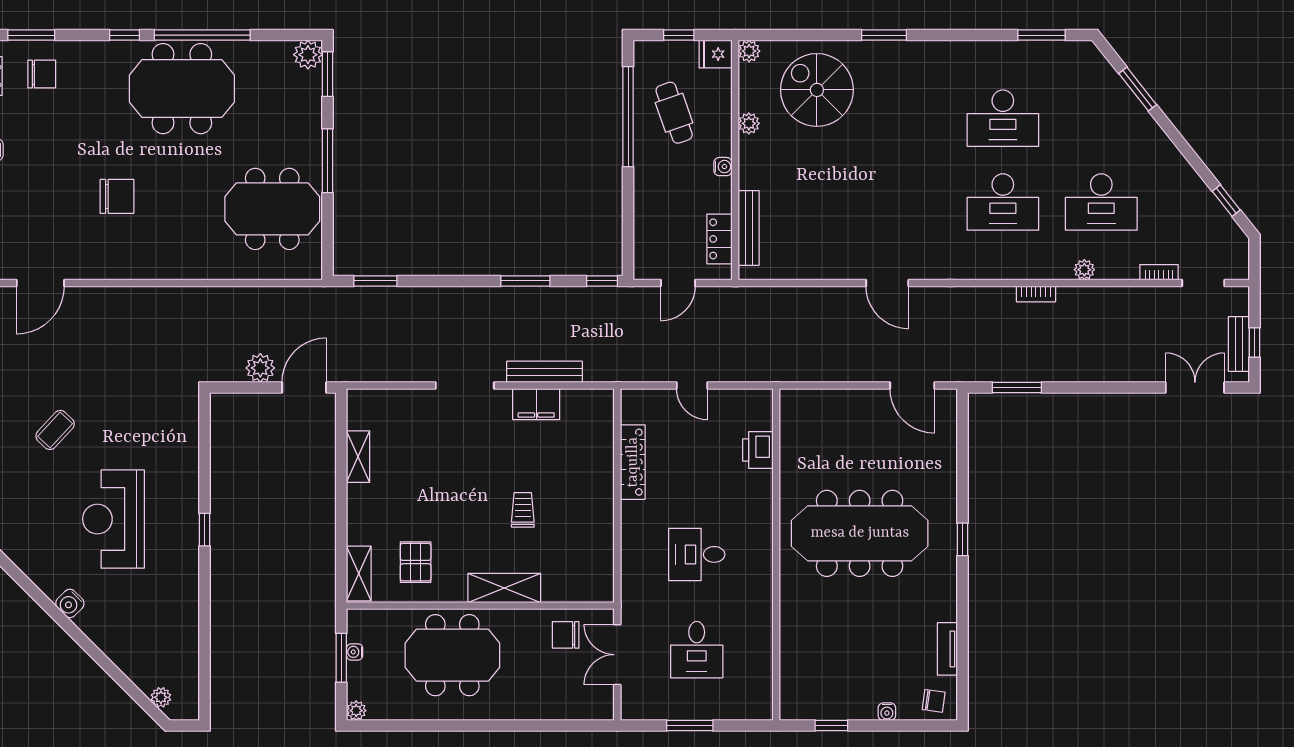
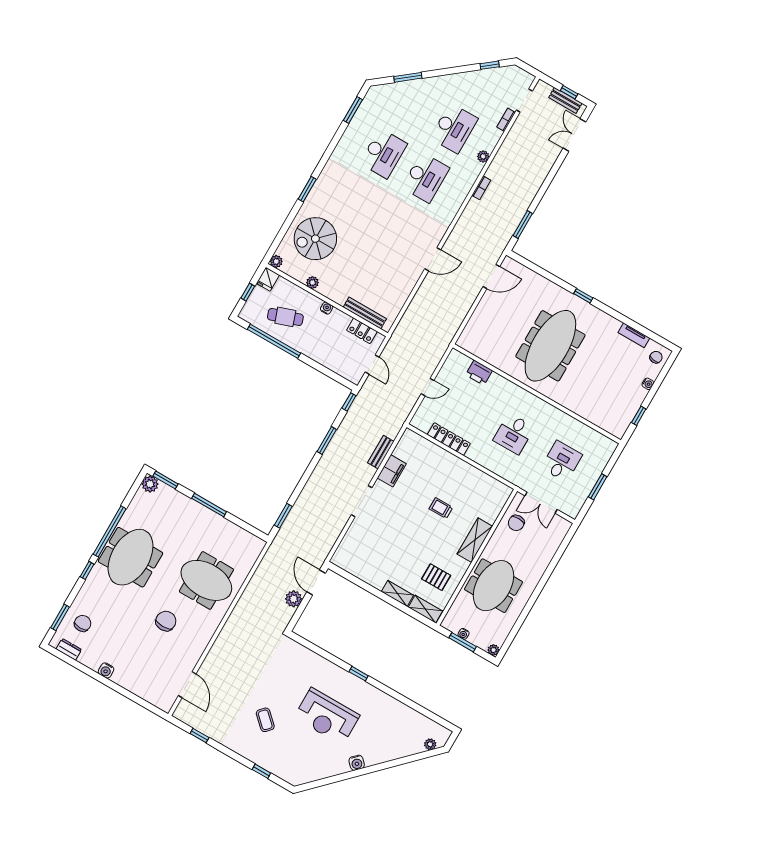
meeting table: (272, 209) -> (206, 580), moved, turned 90
bench: (545, 372) -> (381, 452), width x0.73
shelving: (358, 457) -> (397, 593), moved
desk: (697, 650) -> (562, 461), turned -90

